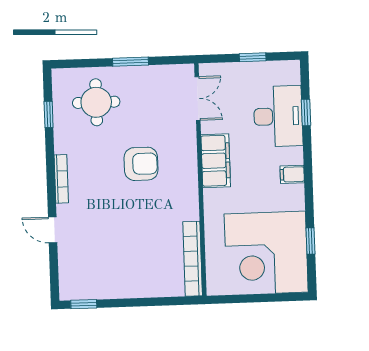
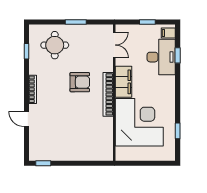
filing cabinet: (292, 174) -> (168, 33), moved
corner desk: (266, 253) -> (139, 122), moved, turned 180
bookcase: (193, 259) -> (108, 94), moved

